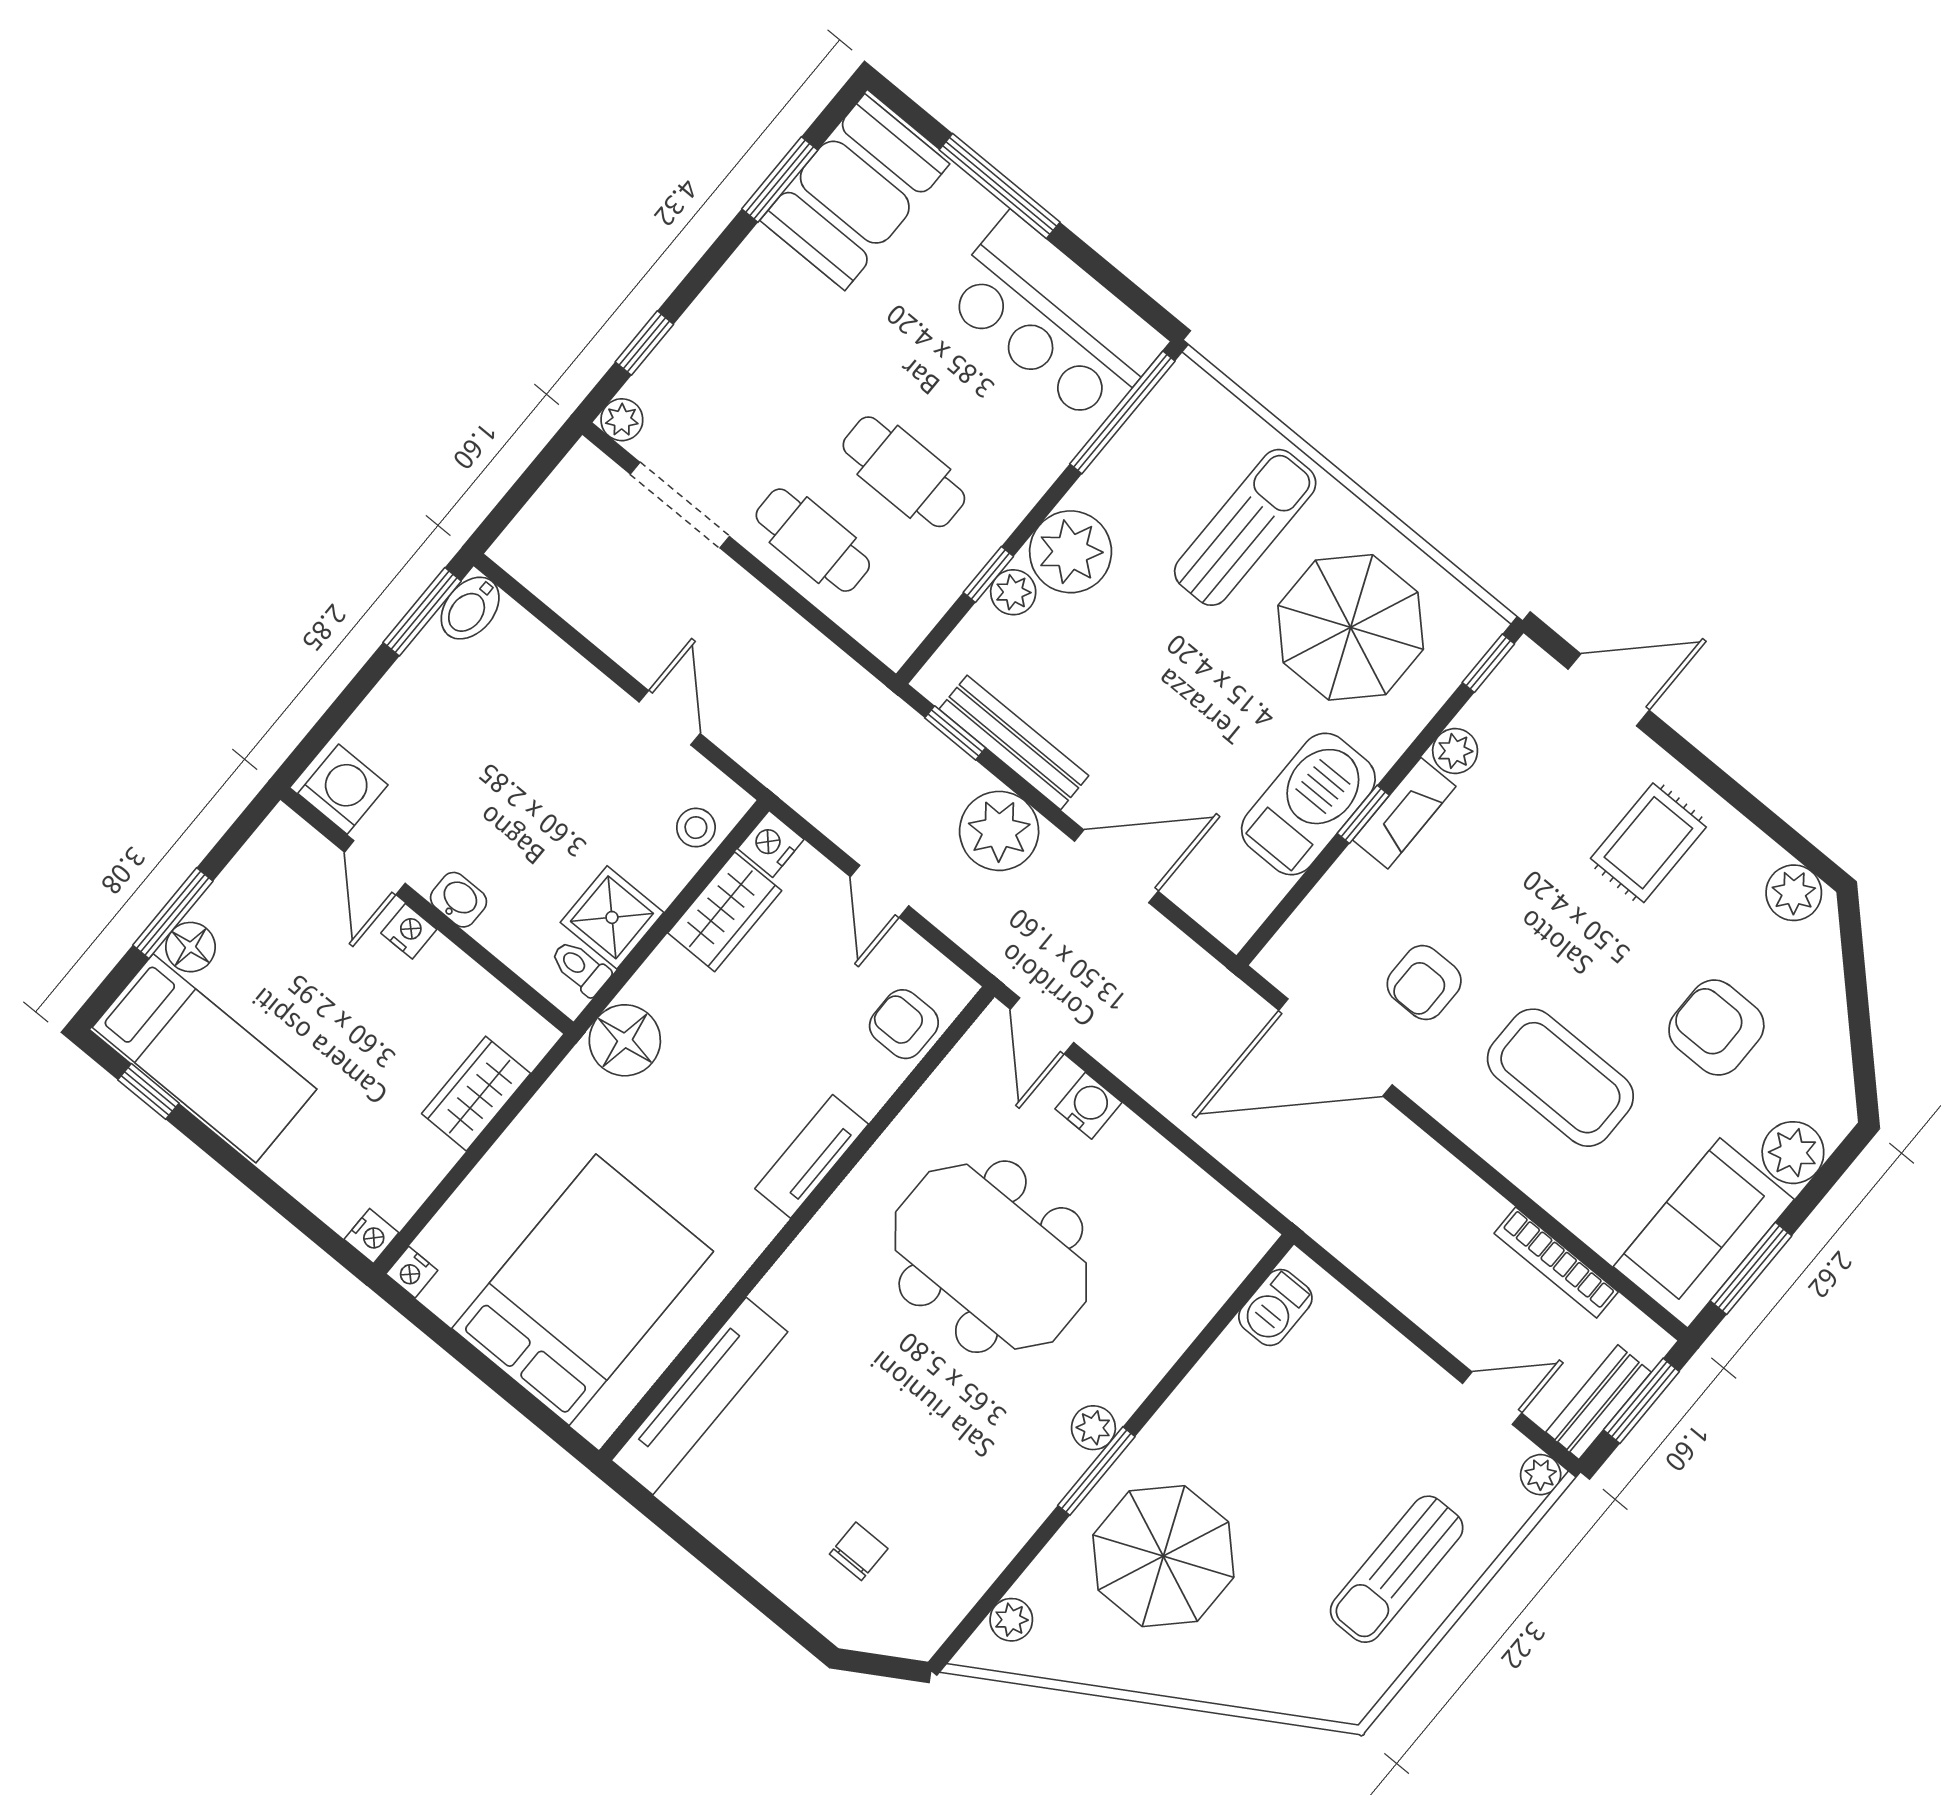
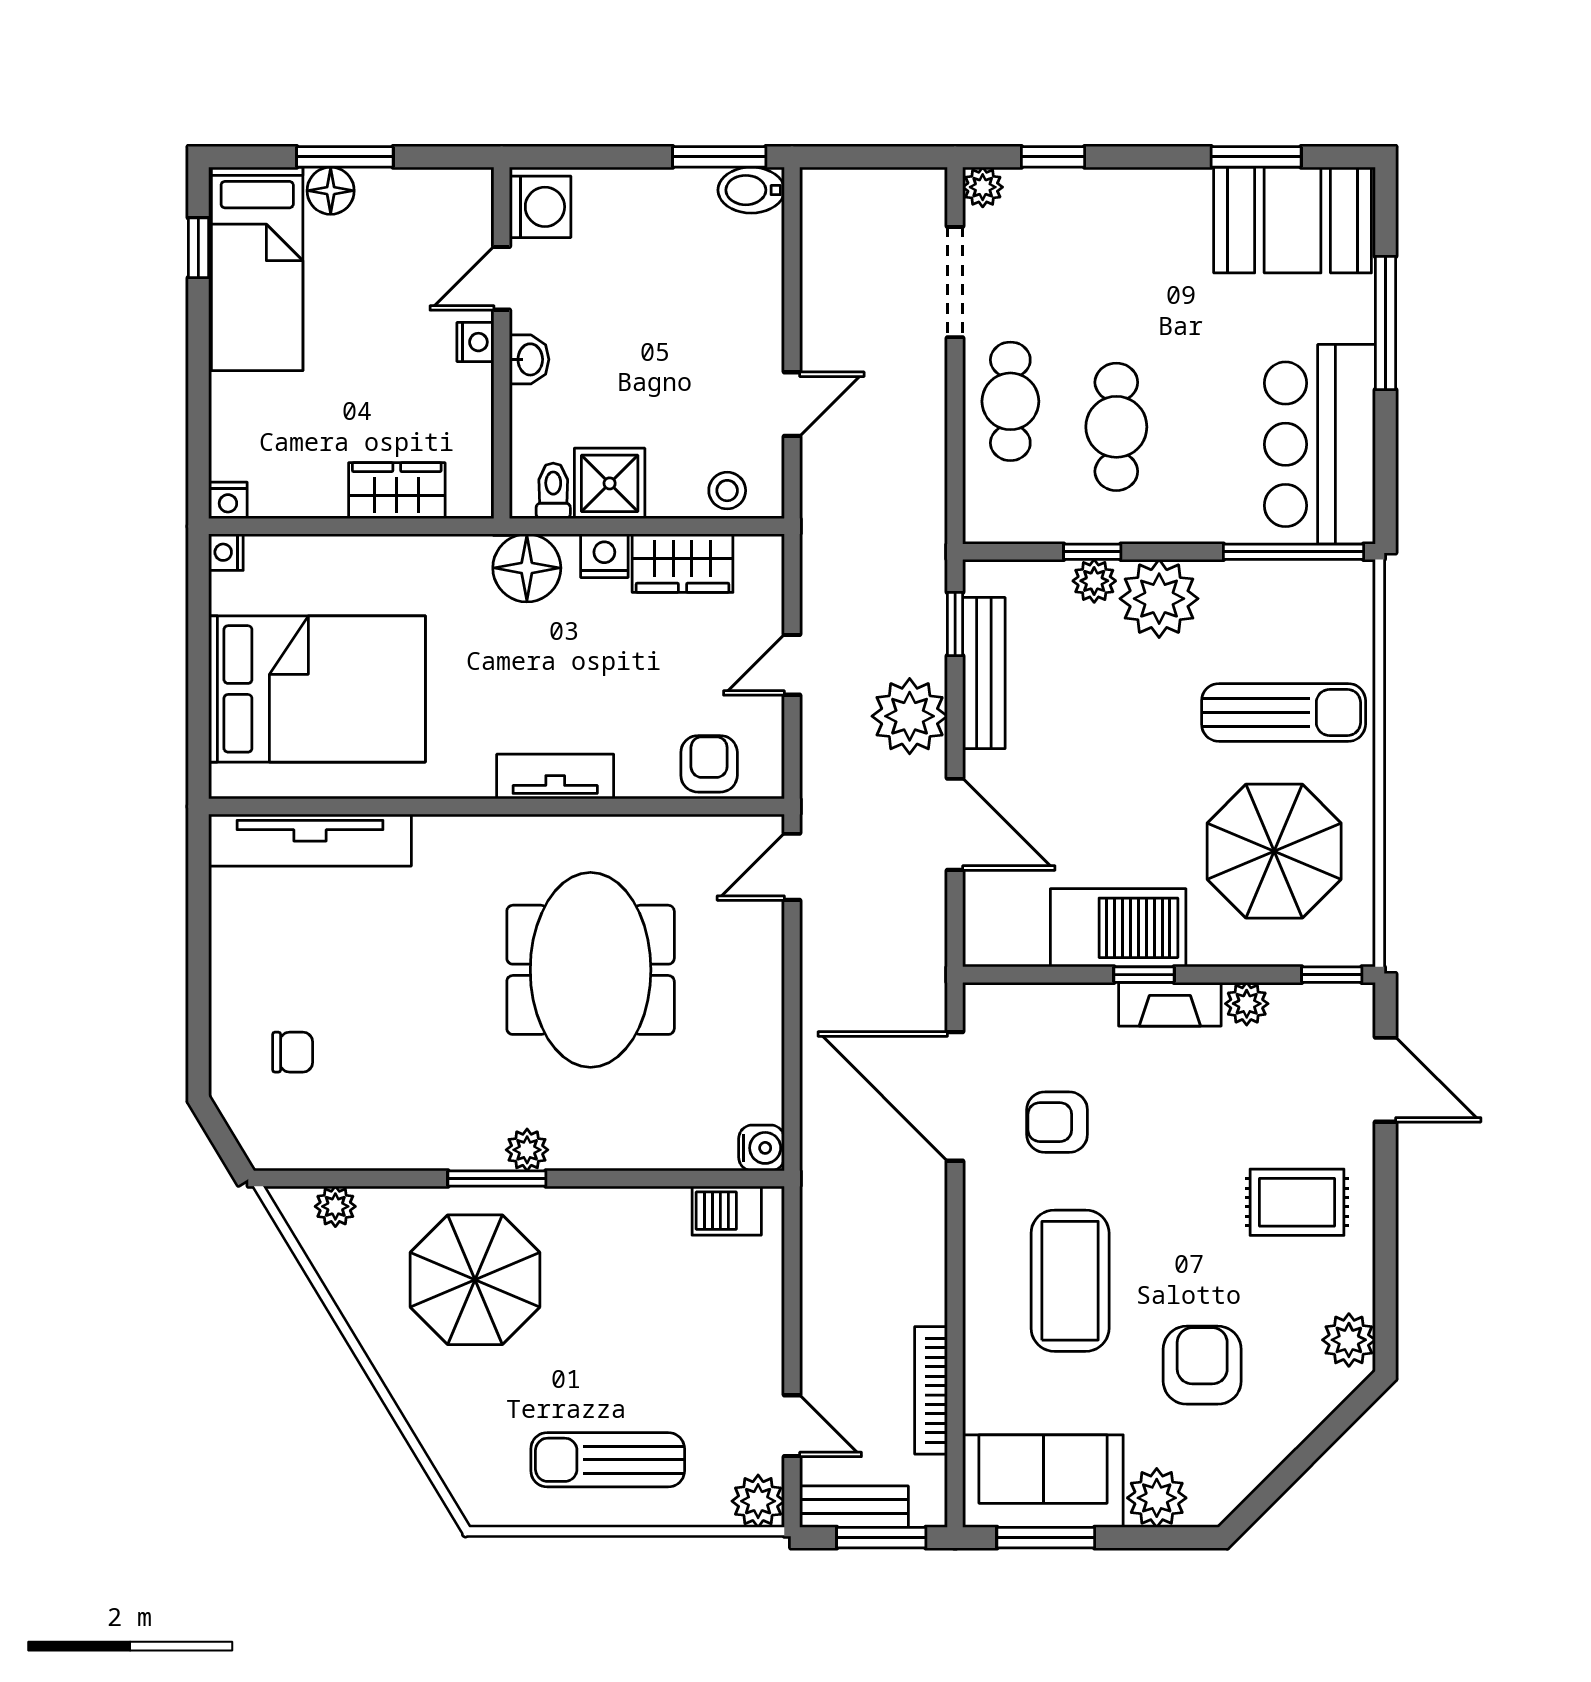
nightstand: (771, 844) -> (604, 556), moved
water cooler: (1088, 1106) -> (761, 1148), moved
plant: (1541, 1475) -> (758, 1501), width x1.38, depth x1.38

